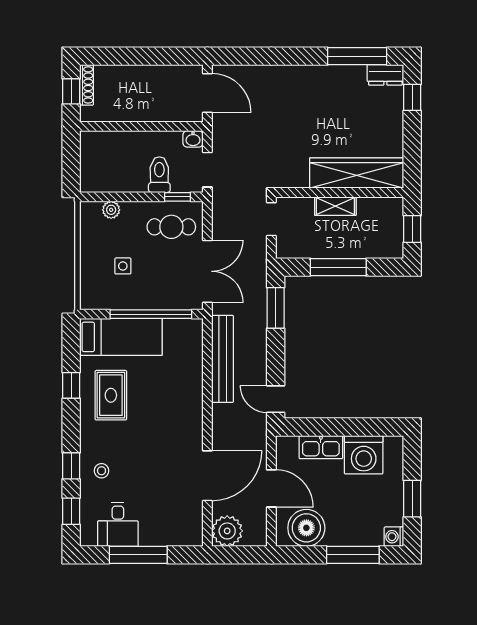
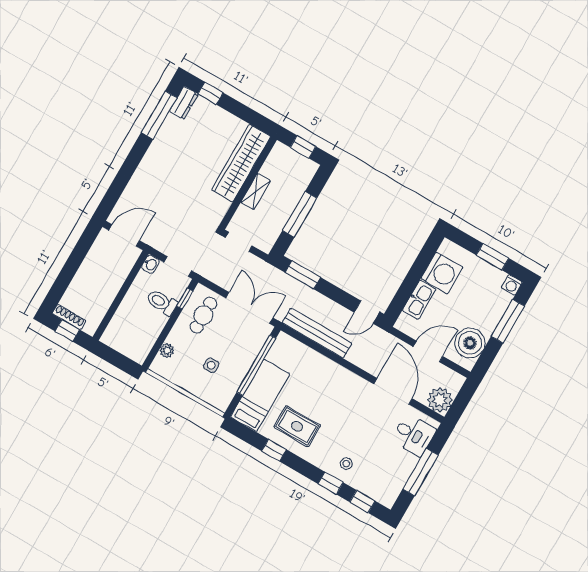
desk: (118, 524) -> (413, 435), moved

